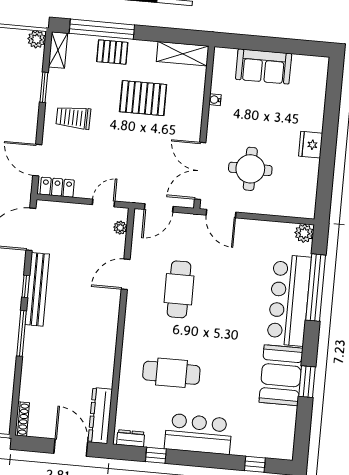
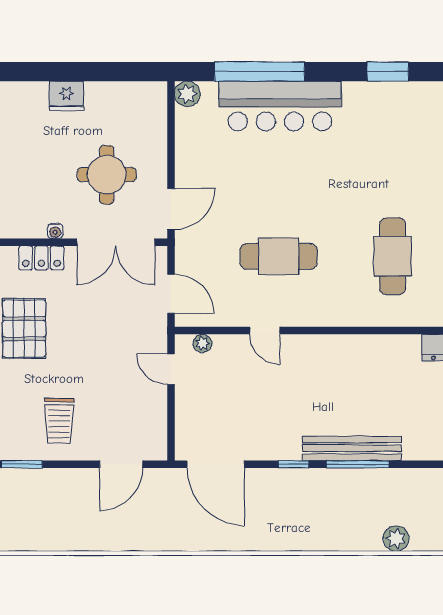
water cooler: (215, 100) -> (55, 231), moved
locker: (57, 187) -> (41, 258), moved, turned -90
door: (126, 274) -> (265, 331), width x0.73
bench: (37, 289) -> (352, 448), moved
booth: (281, 375) -> (382, 108), removed

